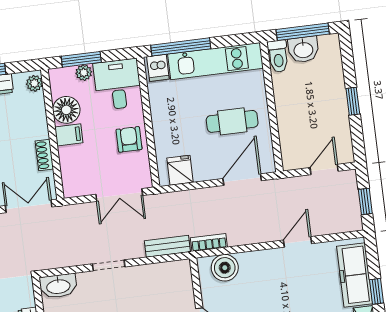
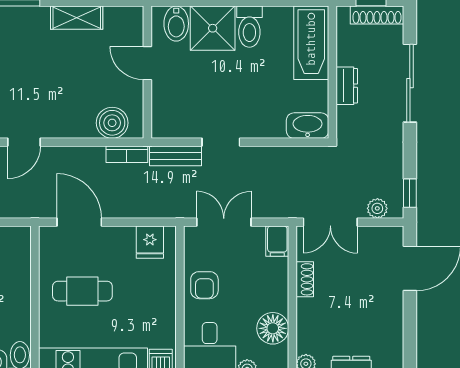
filing cabinet: (69, 135) -> (277, 241), moved, turned -90
door: (242, 180) -> (79, 222), swing flipped
doorway: (109, 265) -> (221, 142), moved

